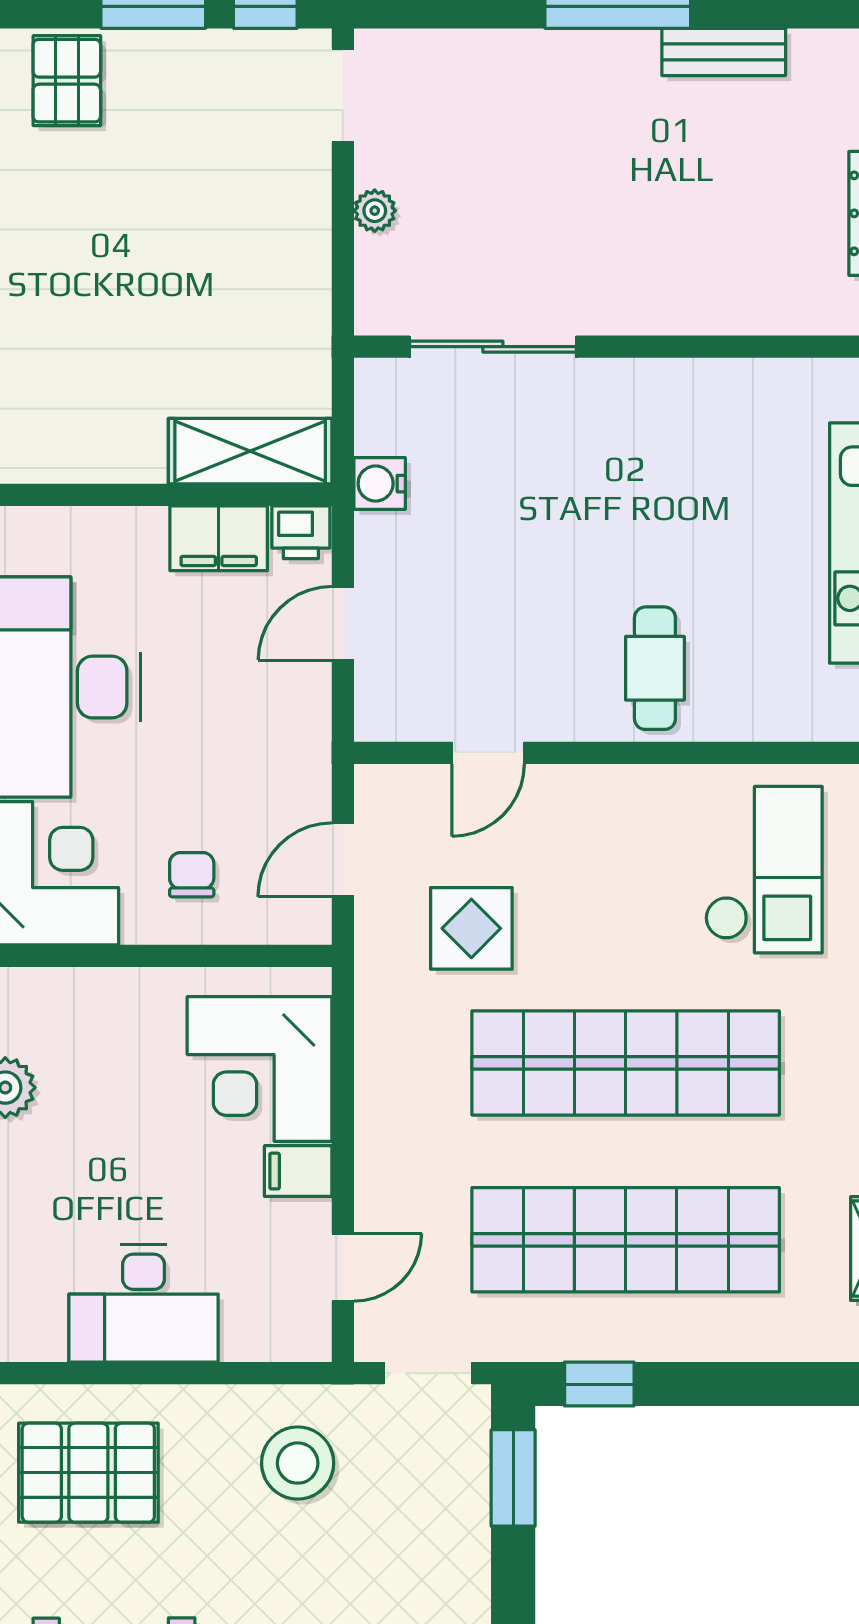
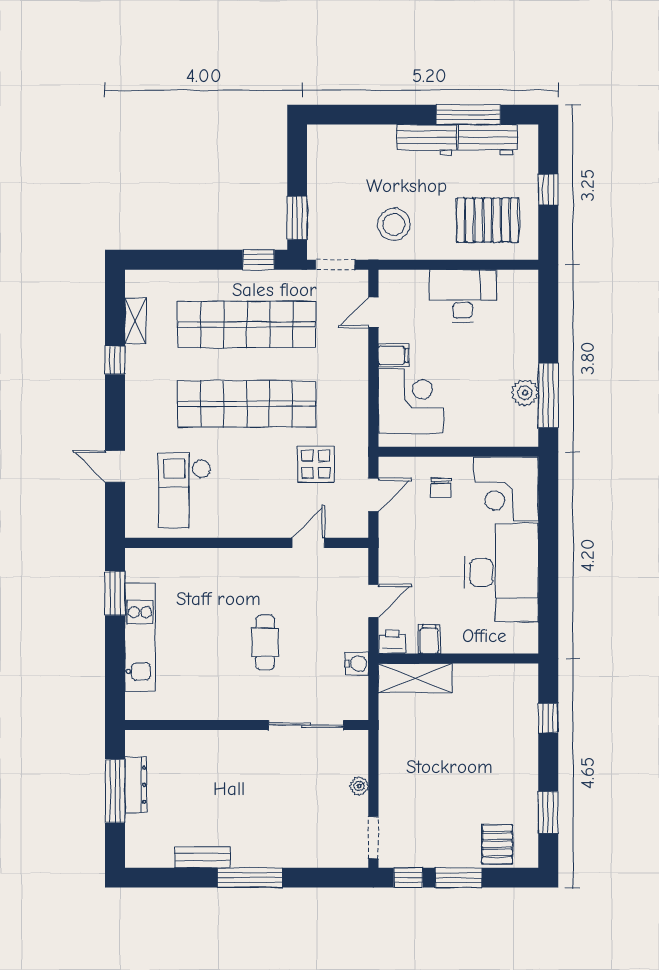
filing cabinet: (219, 538) -> (429, 639), width x0.50
cafe table: (655, 668) -> (265, 642), moved

